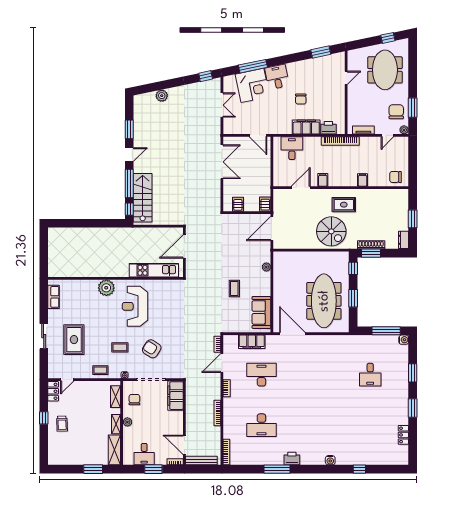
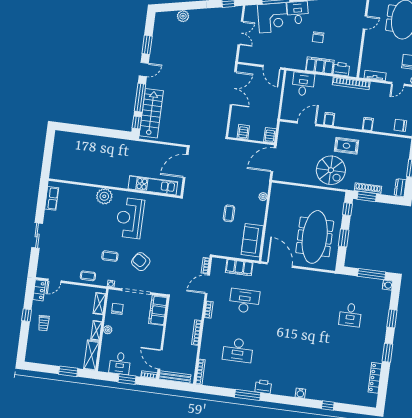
rug: (74, 340) -> (66, 243), removed
locker: (403, 435) -> (375, 378), width x1.53

